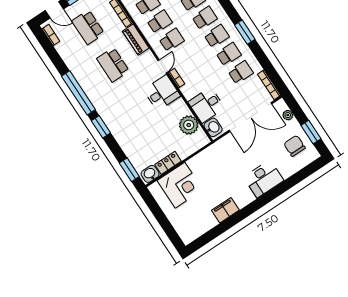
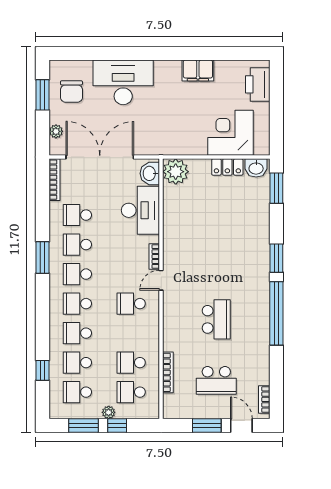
school desk: (160, 22) -> (131, 333), removed
school desk: (88, 27) -> (216, 380), turned 90
piano: (136, 40) -> (172, 331), removed
desk: (162, 93) -> (182, 251), removed
desk: (207, 105) -> (140, 210), width x1.37
plant: (189, 125) -> (176, 172), moved
desk: (264, 179) -> (123, 82), width x1.36, depth x1.30
printer: (183, 226) -> (258, 84), added

